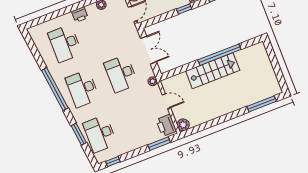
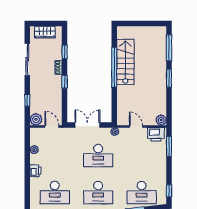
stairs: (213, 71) -> (125, 62), moved
door: (166, 101) -> (136, 126), hinge flipped
window: (230, 116) -> (169, 78), added

